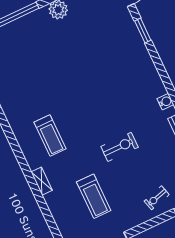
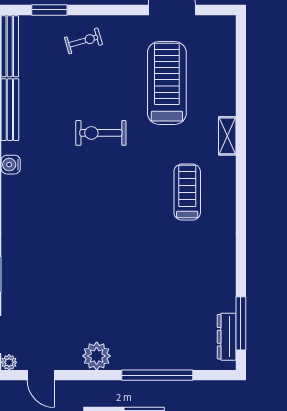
treadmill: (94, 196) -> (167, 83), width x1.37, depth x1.38

